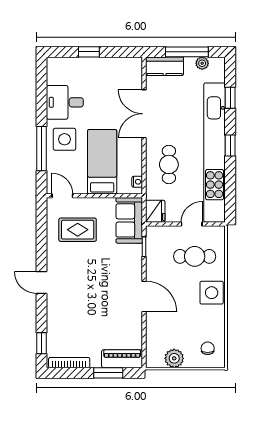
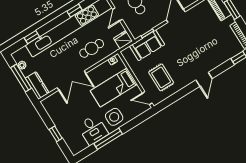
window: (230, 145) -> (75, 11), moved
window: (42, 149) -> (108, 139), moved
door: (62, 196) -> (147, 98), hinge flipped
sofa: (129, 220) -> (147, 45), moved
door: (192, 224) -> (117, 14), hinge flipped

